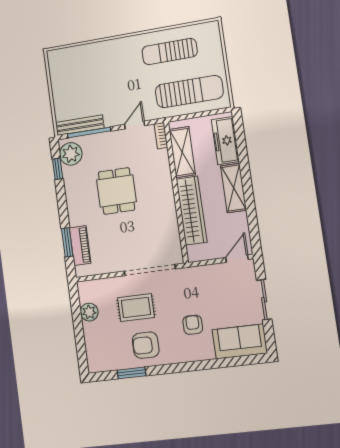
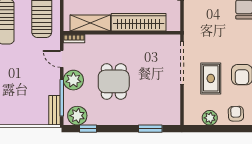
bench: (80, 125) -> (55, 110), width x0.73
plant: (112, 143) -> (73, 80), added
dining table: (116, 191) -> (114, 81), turned 90
piano: (80, 246) -> (154, 118), removed
armchair: (193, 325) -> (236, 114), moved, turned 88

